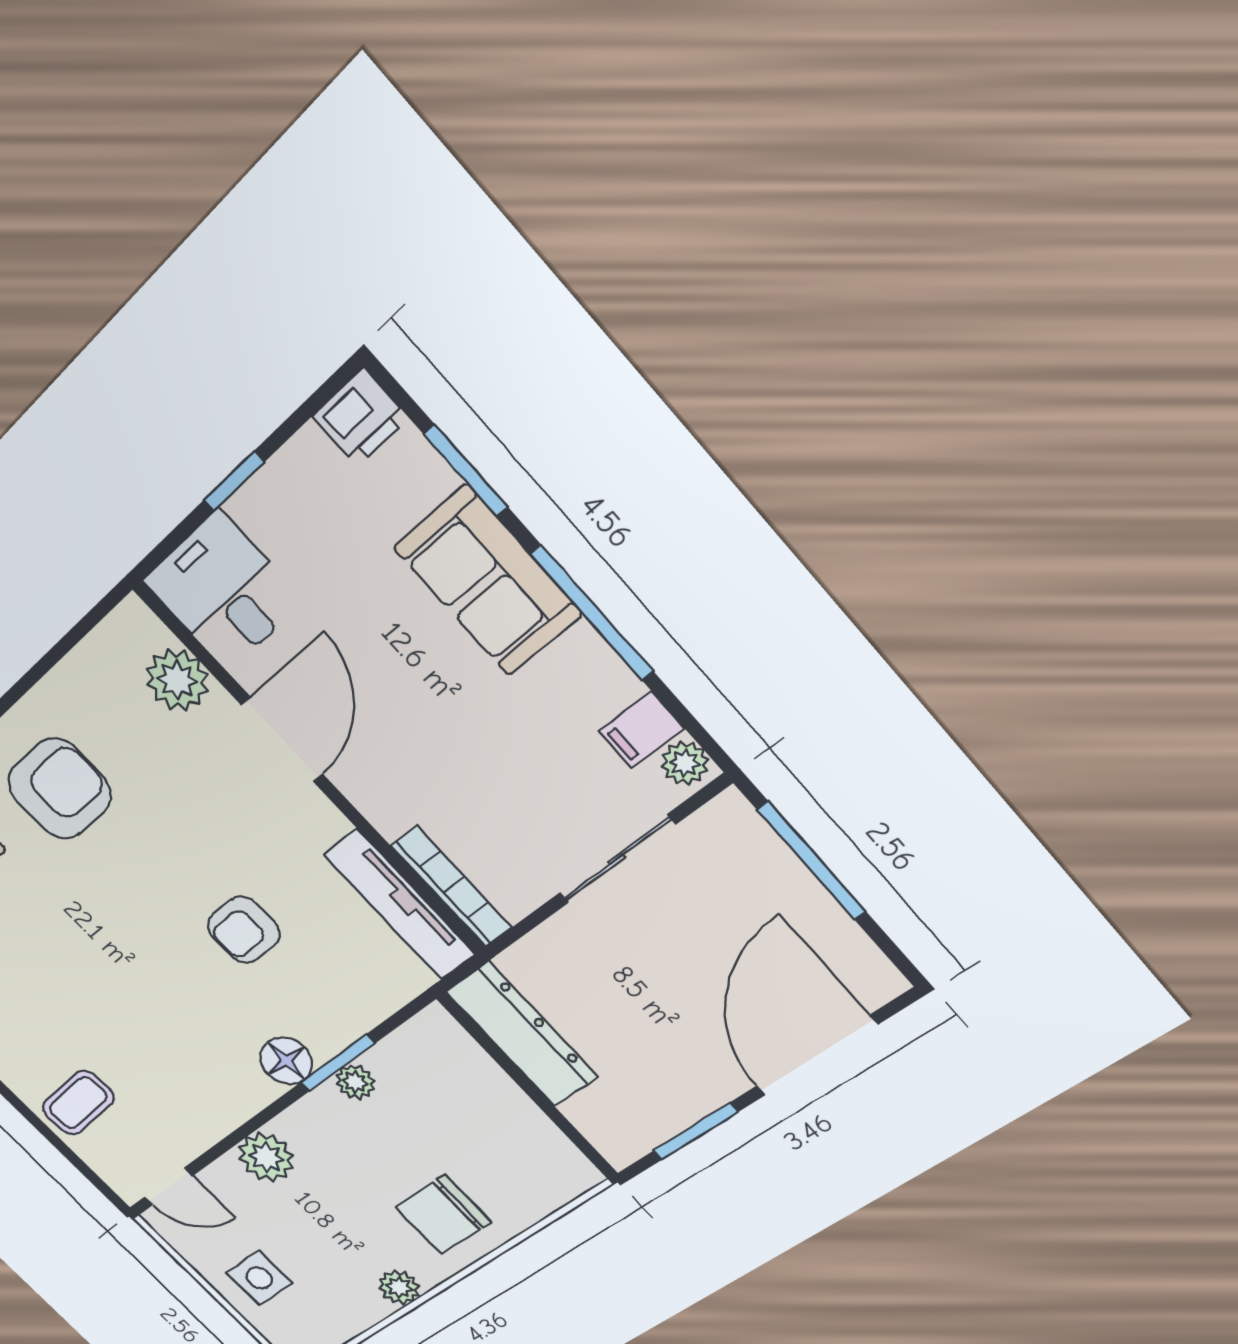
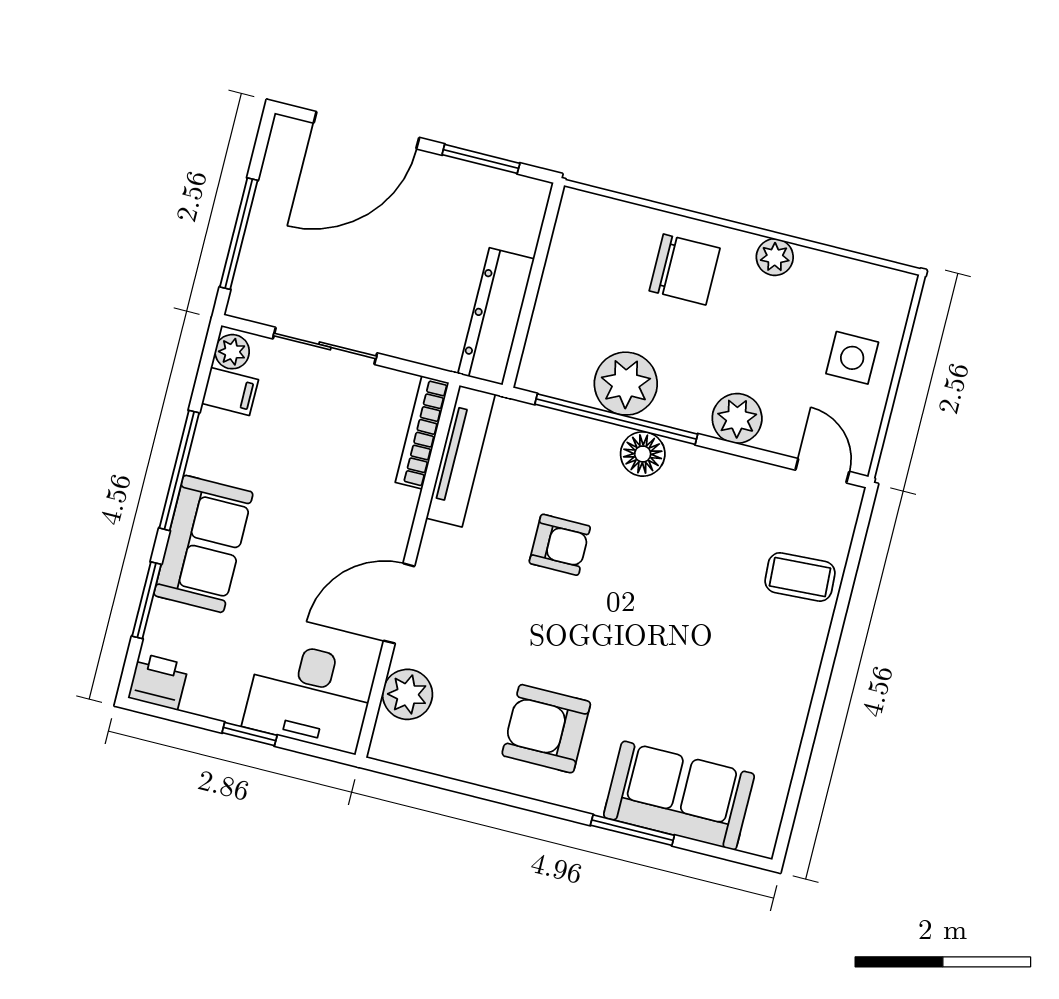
desk: (223, 591) -> (310, 696), width x1.37
window: (338, 1063) -> (616, 419), width x2.11
plant: (355, 1082) -> (626, 384), width x1.88, depth x1.88

